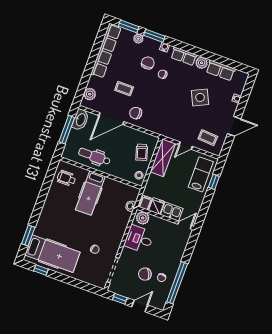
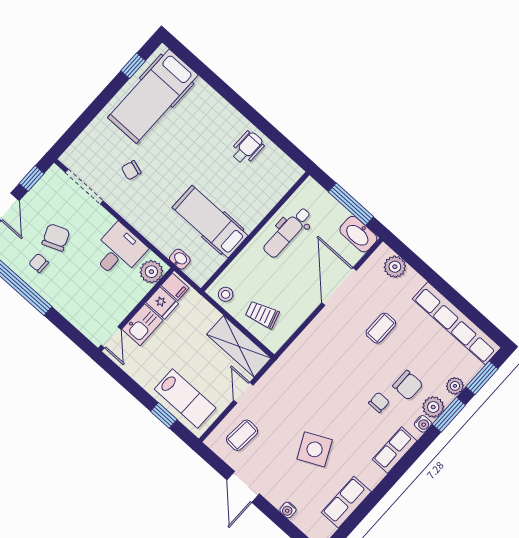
plant: (202, 63) -> (433, 407), moved
chair: (136, 113) -> (332, 331), removed
dental chair: (94, 156) -> (287, 232), turned 180
wheelchair: (66, 178) -> (247, 148), moved
hospital bed: (90, 193) -> (210, 222), moved
window: (28, 236) -> (200, 68), removed

